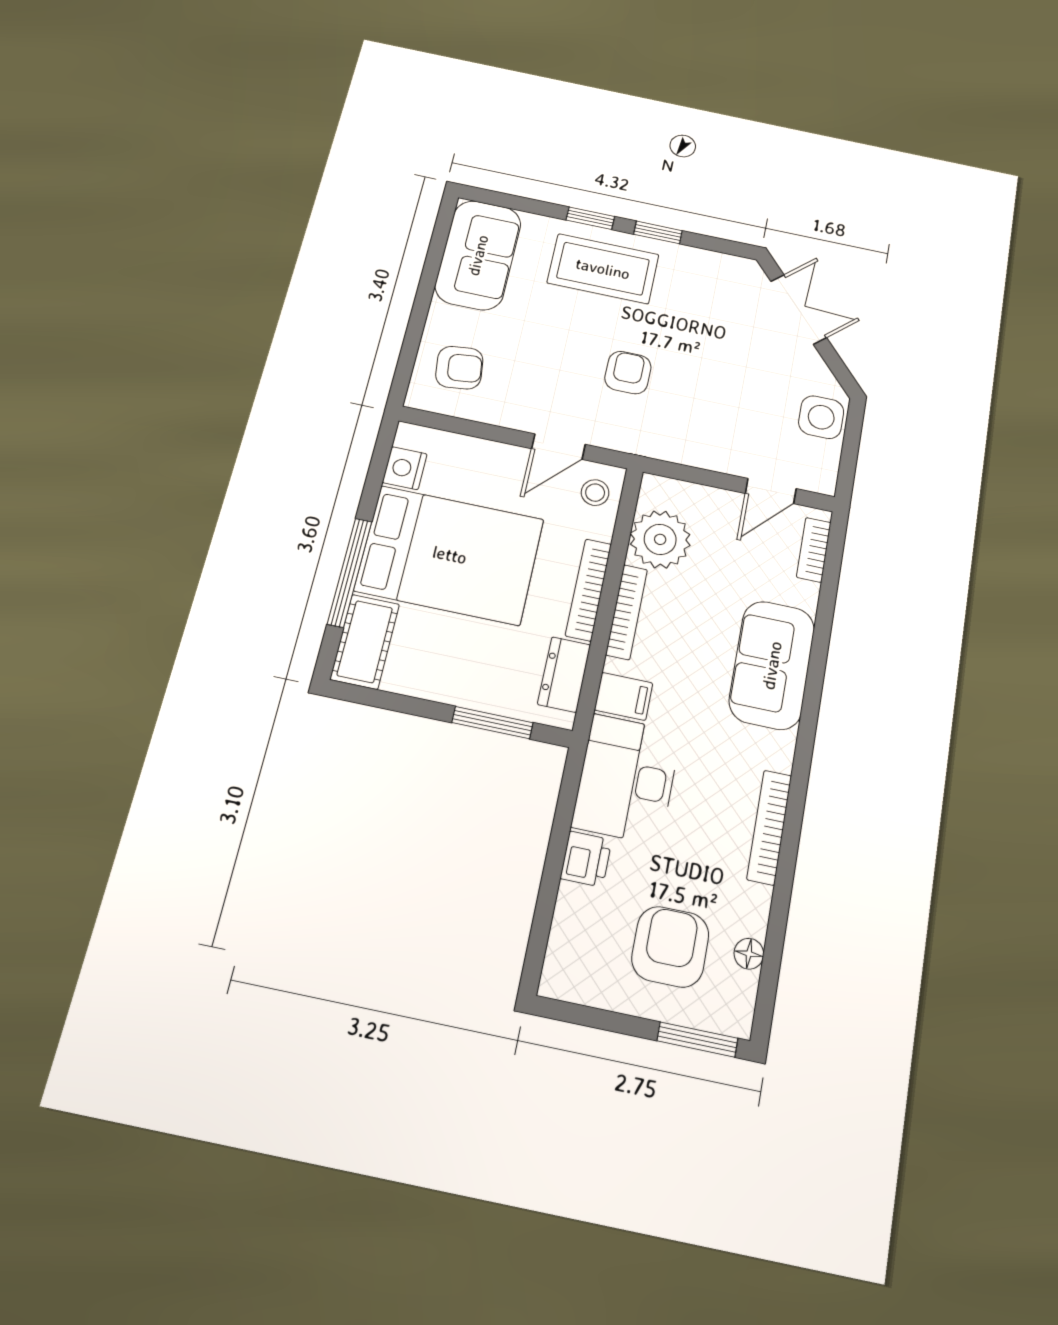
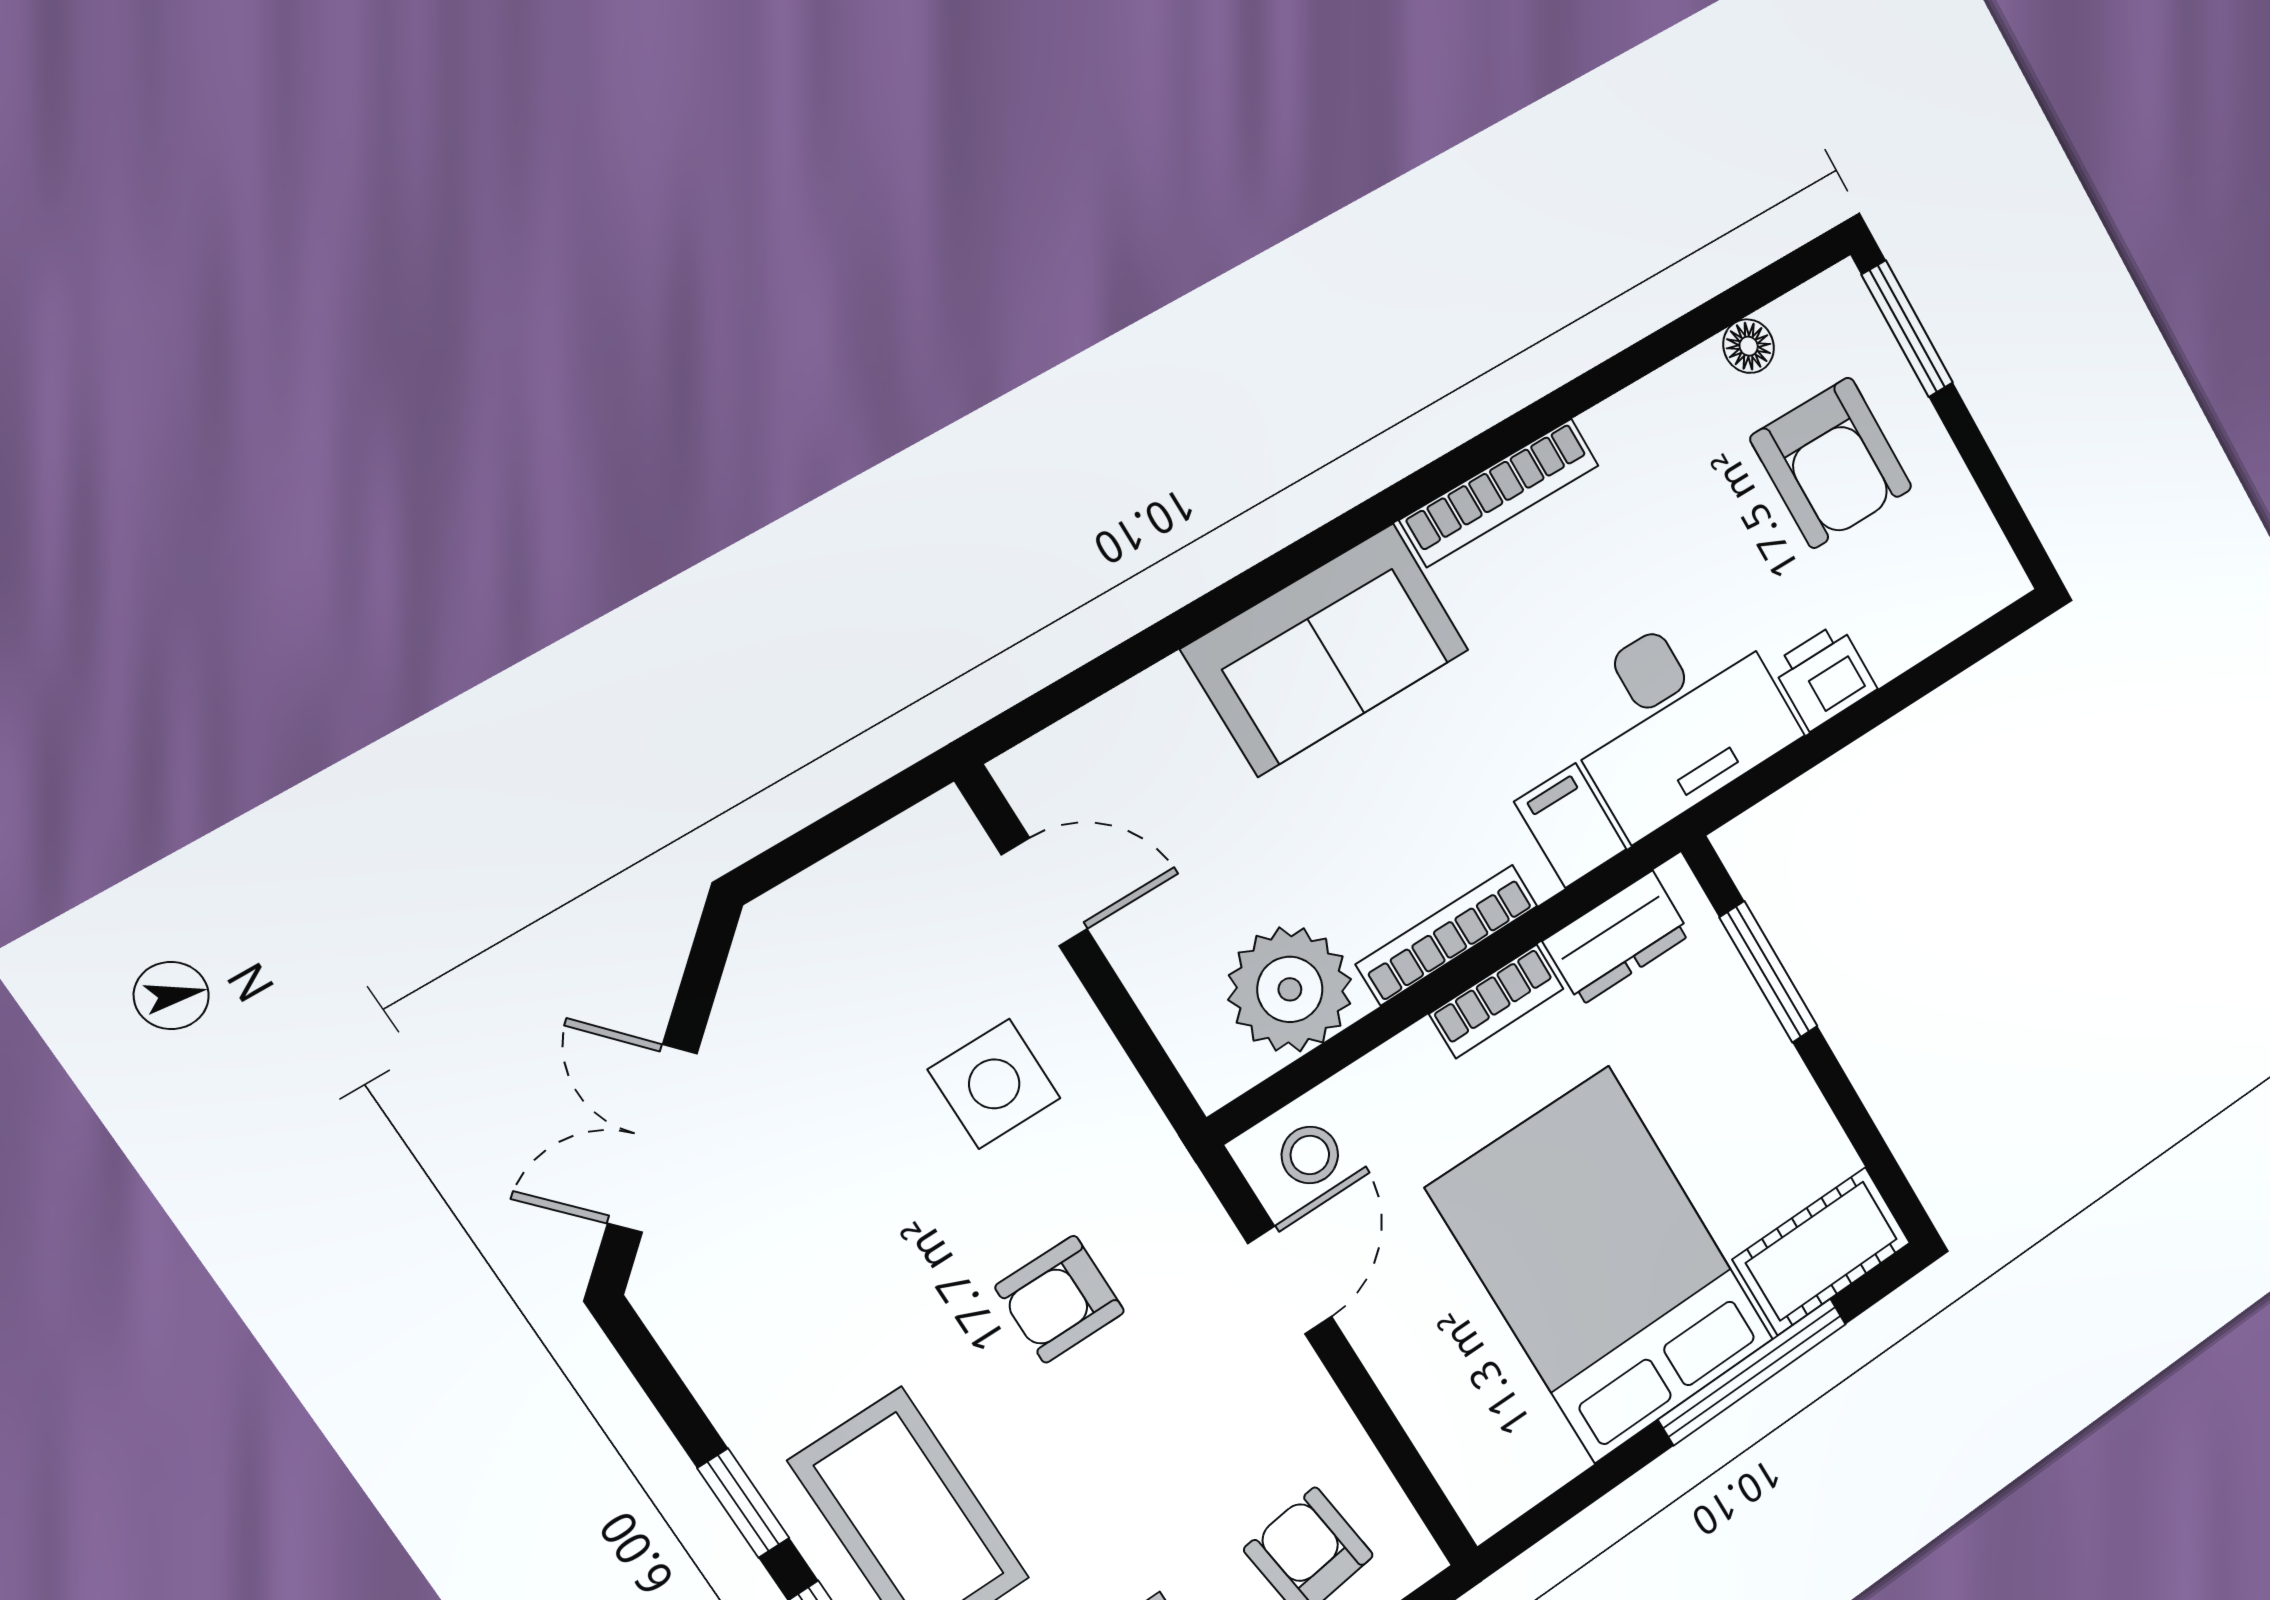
side table: (821, 417) -> (994, 1084), moved
door: (558, 447) -> (1290, 1280), hinge flipped
nightstand: (405, 468) -> (1539, 1460), removed
bookcase: (814, 550) -> (1080, 740), removed
bookcase: (589, 590) -> (1496, 1001), width x0.64
bookcase: (769, 827) -> (1499, 493), moved
armchair: (670, 947) -> (1831, 463), turned -90

